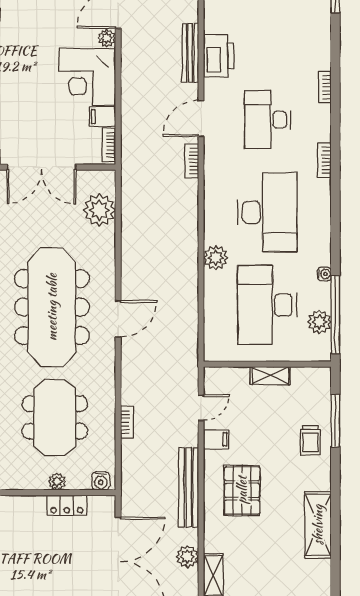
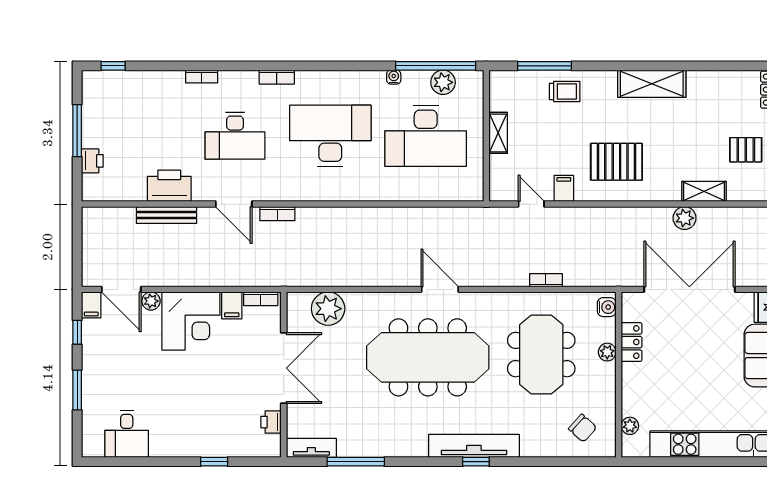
plant: (216, 258) -> (377, 189), removed
meeting table: (55, 417) -> (541, 355), turned 90
bench: (189, 487) -> (613, 217), removed

